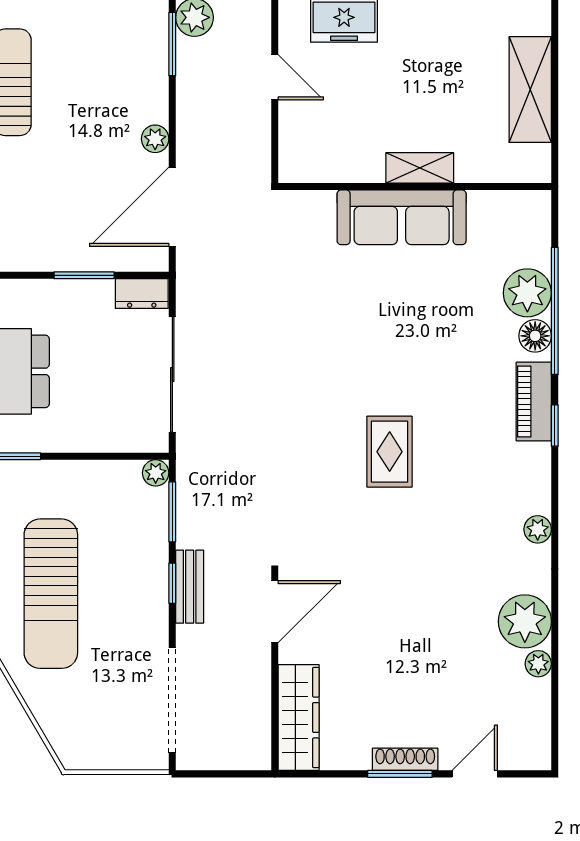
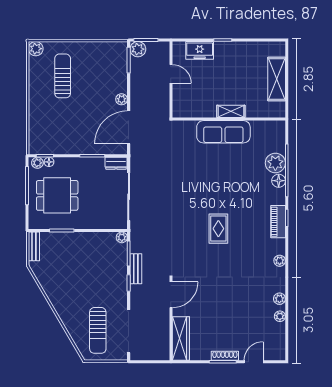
piano: (534, 401) -> (278, 222), moved
bench: (190, 587) -> (136, 269), moved
sun lounger: (51, 594) -> (98, 330), moved, width x0.73, depth x0.75
plant: (525, 621) -> (279, 299), width x0.53, depth x0.53

